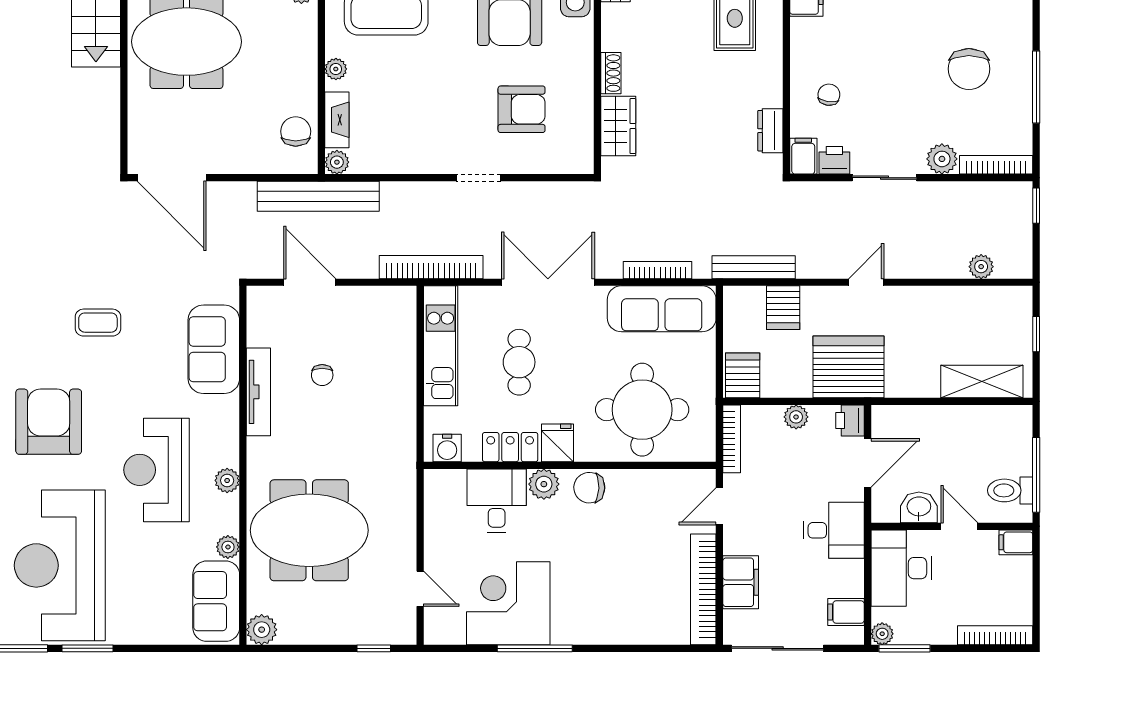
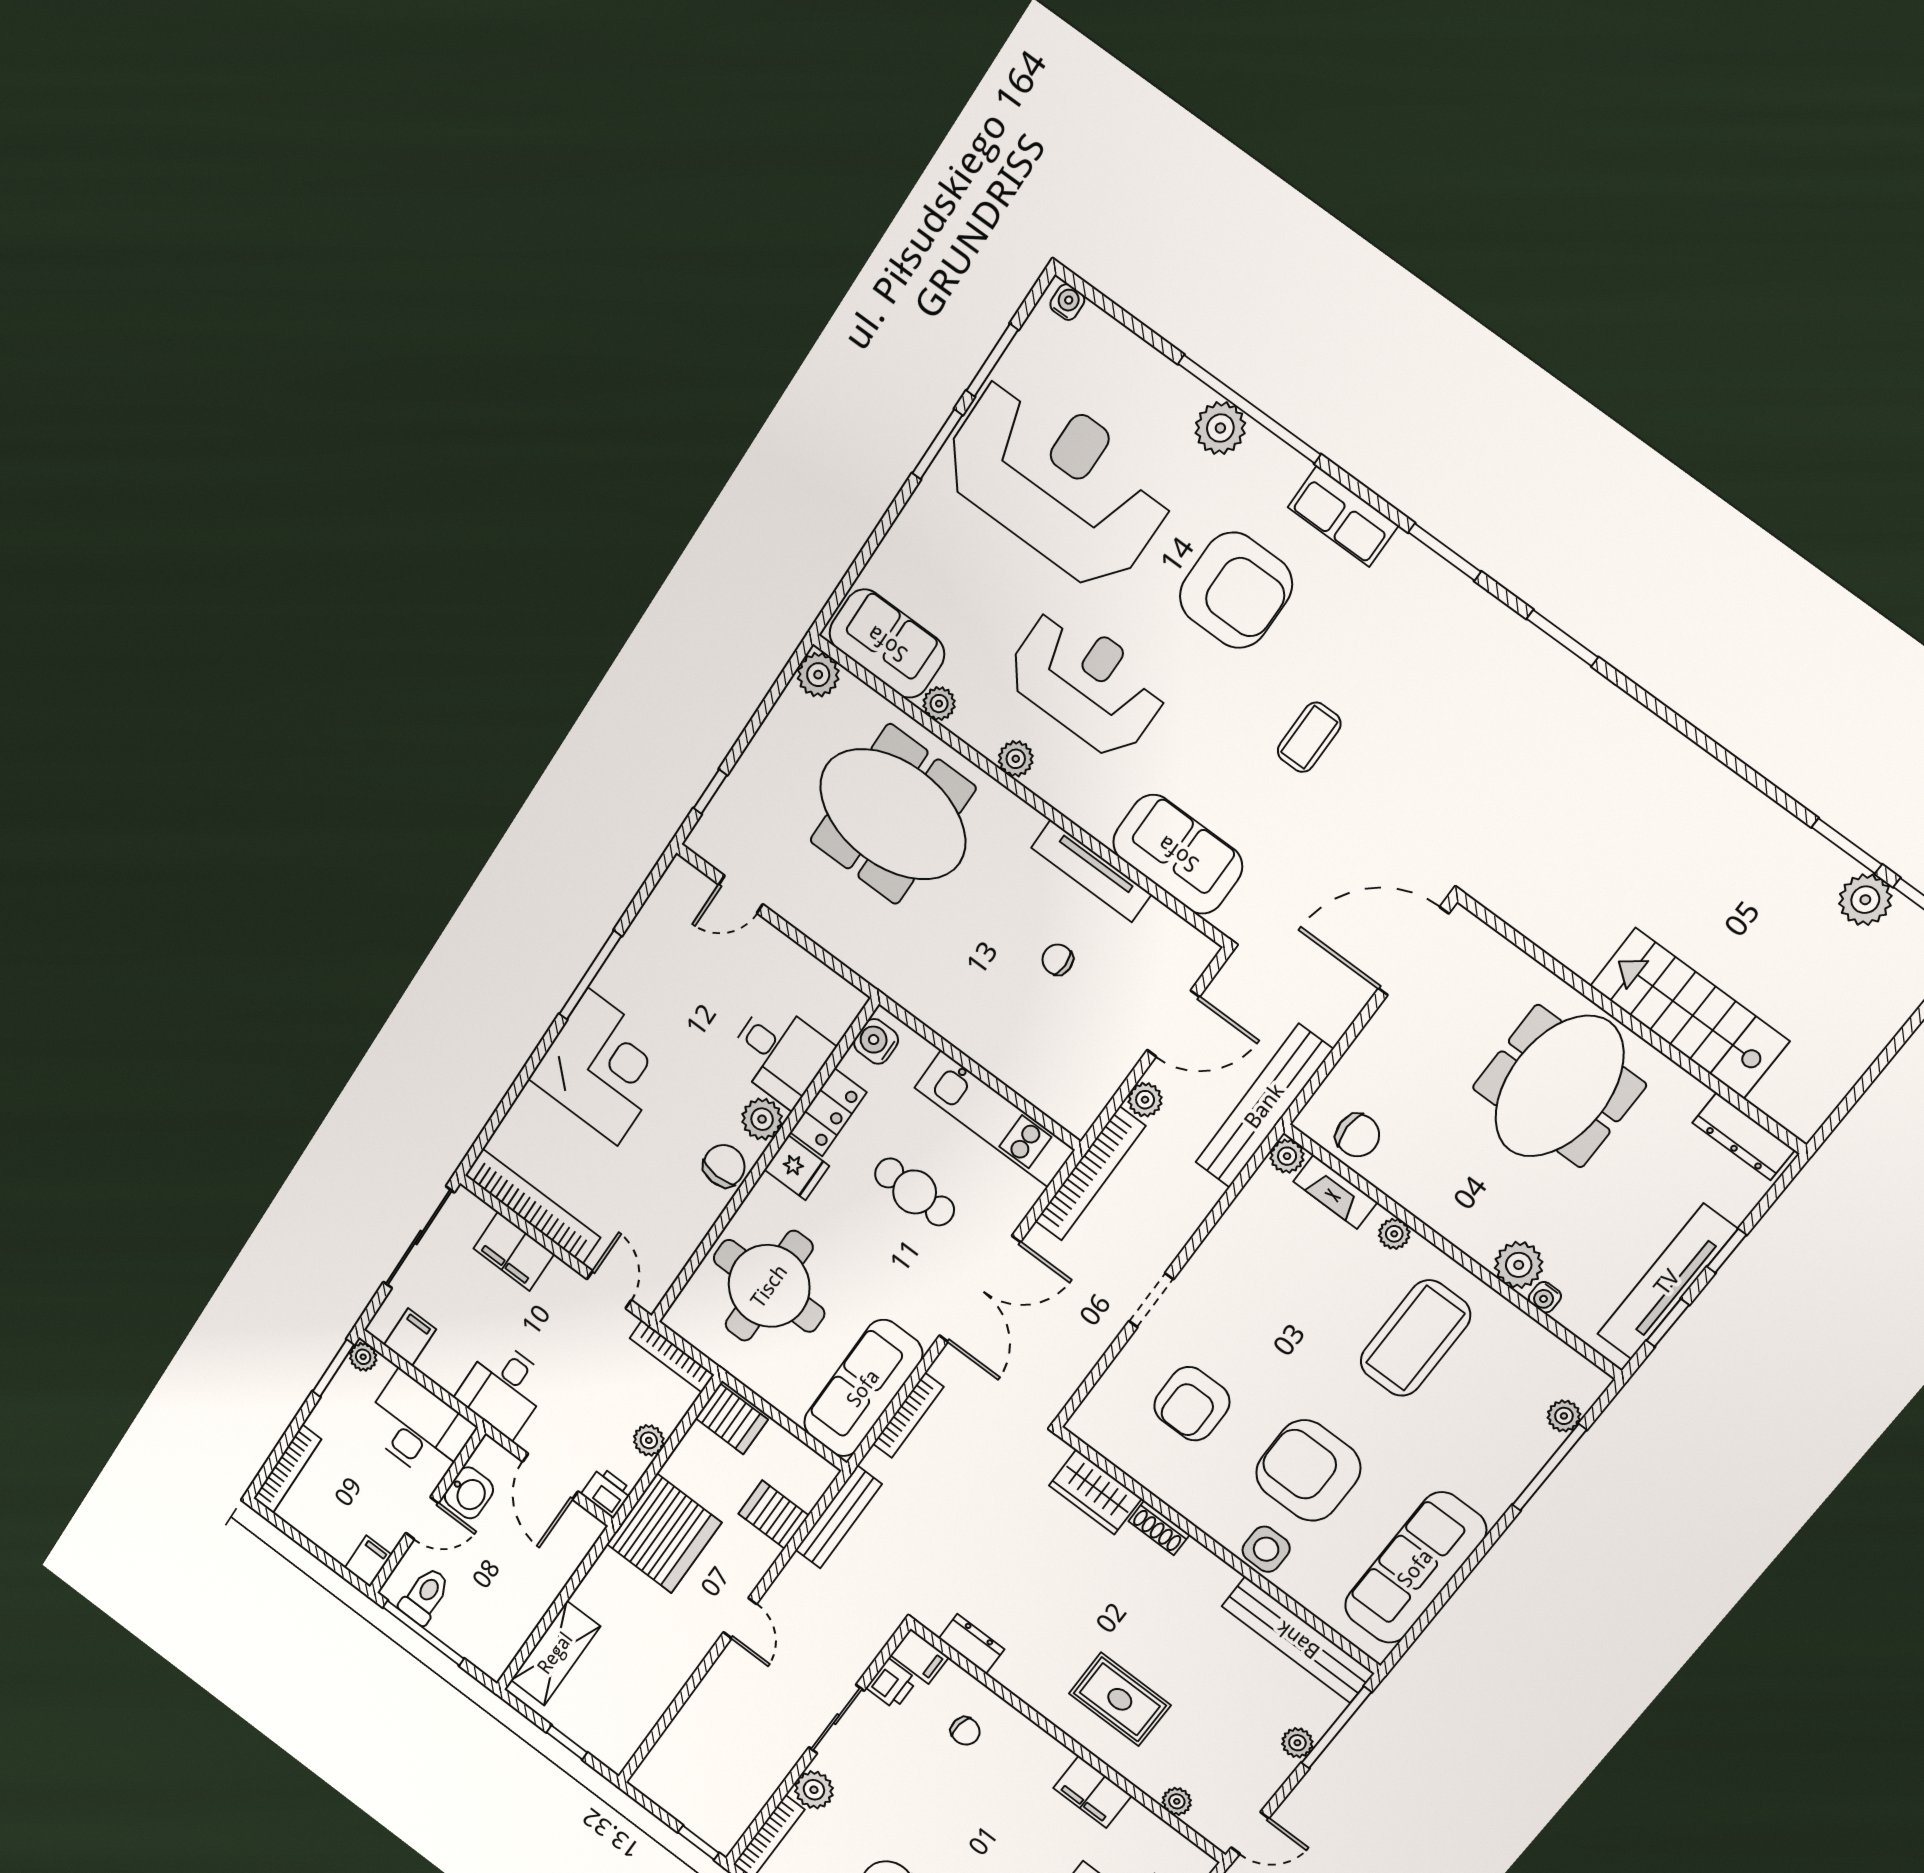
plant: (981, 267) -> (1145, 1100), moved
meeting table: (309, 530) -> (893, 814), turned 90
corner desk: (508, 603) -> (603, 1067), moved

